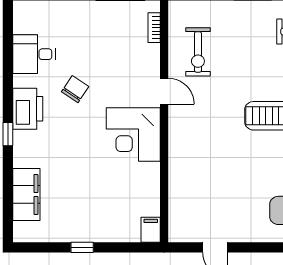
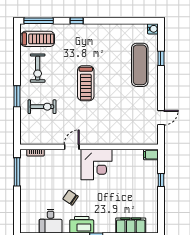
exercise bike: (198, 52) -> (42, 107), moved
window: (82, 247) -> (161, 180), moved

